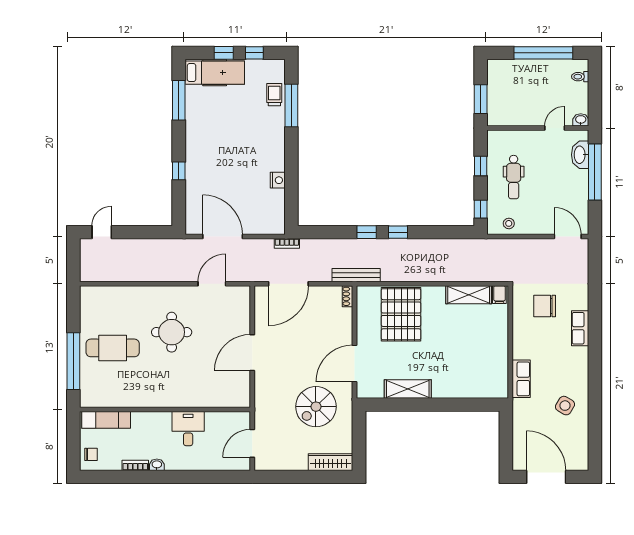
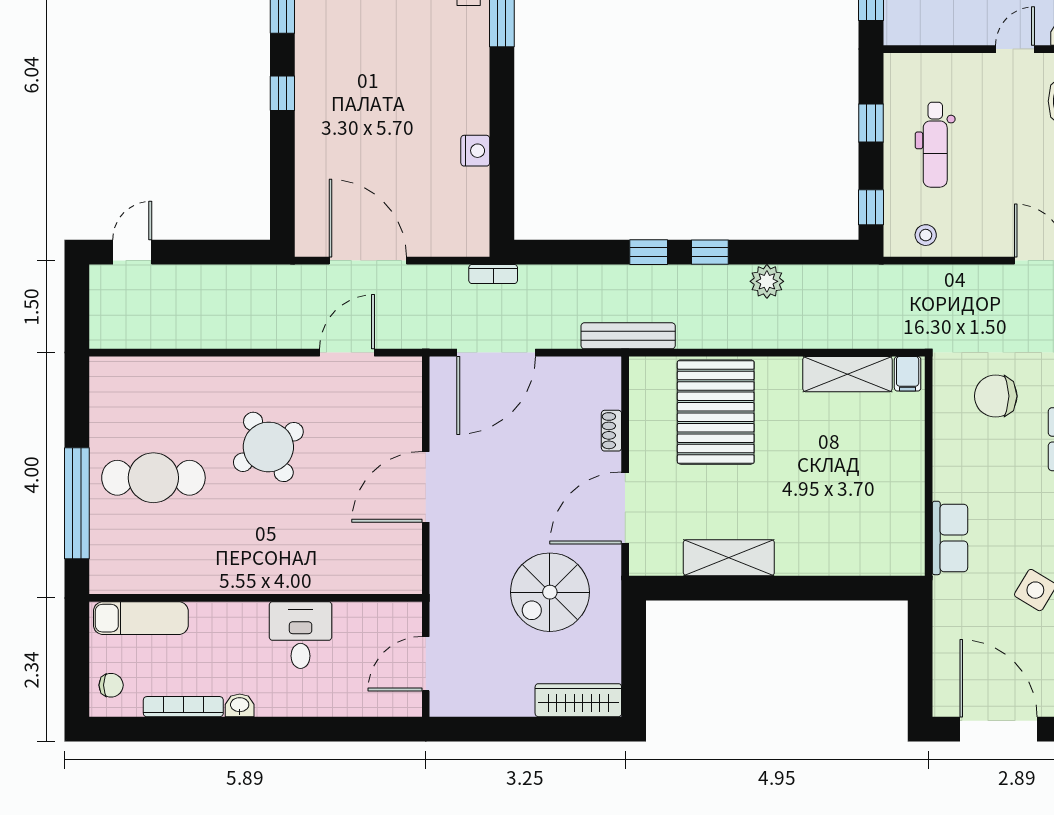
window: (179, 171) -> (282, 93), moved
plant: (427, 247) -> (767, 281), added
shoe rack: (348, 296) -> (611, 431), moved
round table: (172, 332) -> (268, 447), turned -31
bookcase: (135, 465) -> (183, 707), width x1.56

